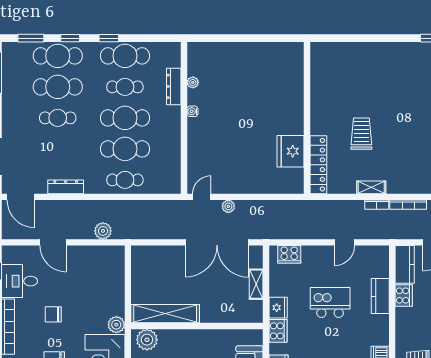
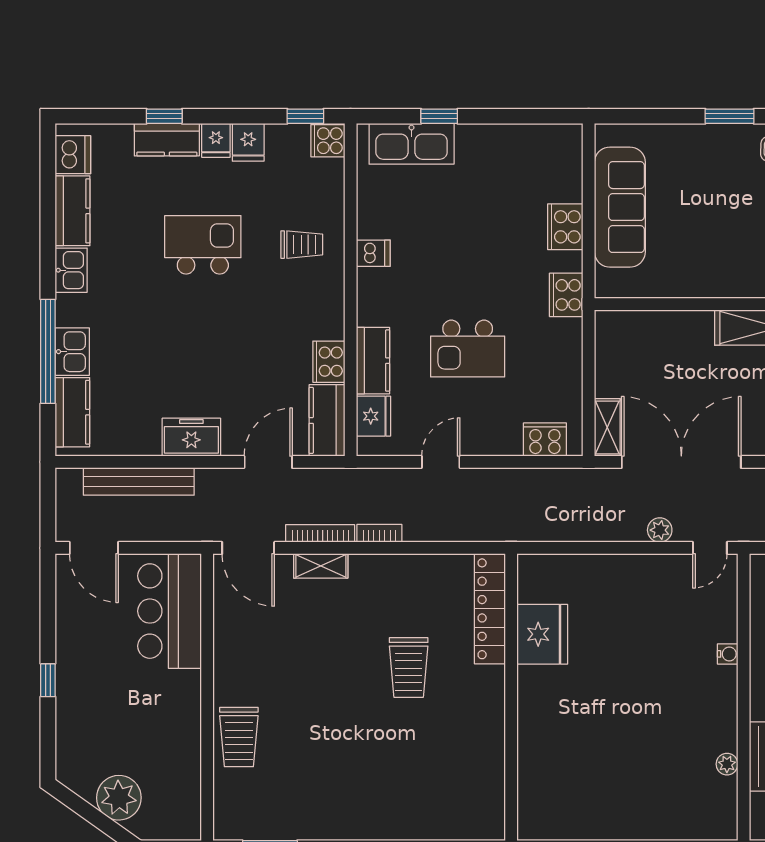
water cooler: (192, 111) -> (728, 654), moved
shelving: (371, 187) -> (321, 566), moved
shelving: (256, 284) -> (607, 427), moved
fridge: (278, 308) -> (373, 416), moved, turned 180

